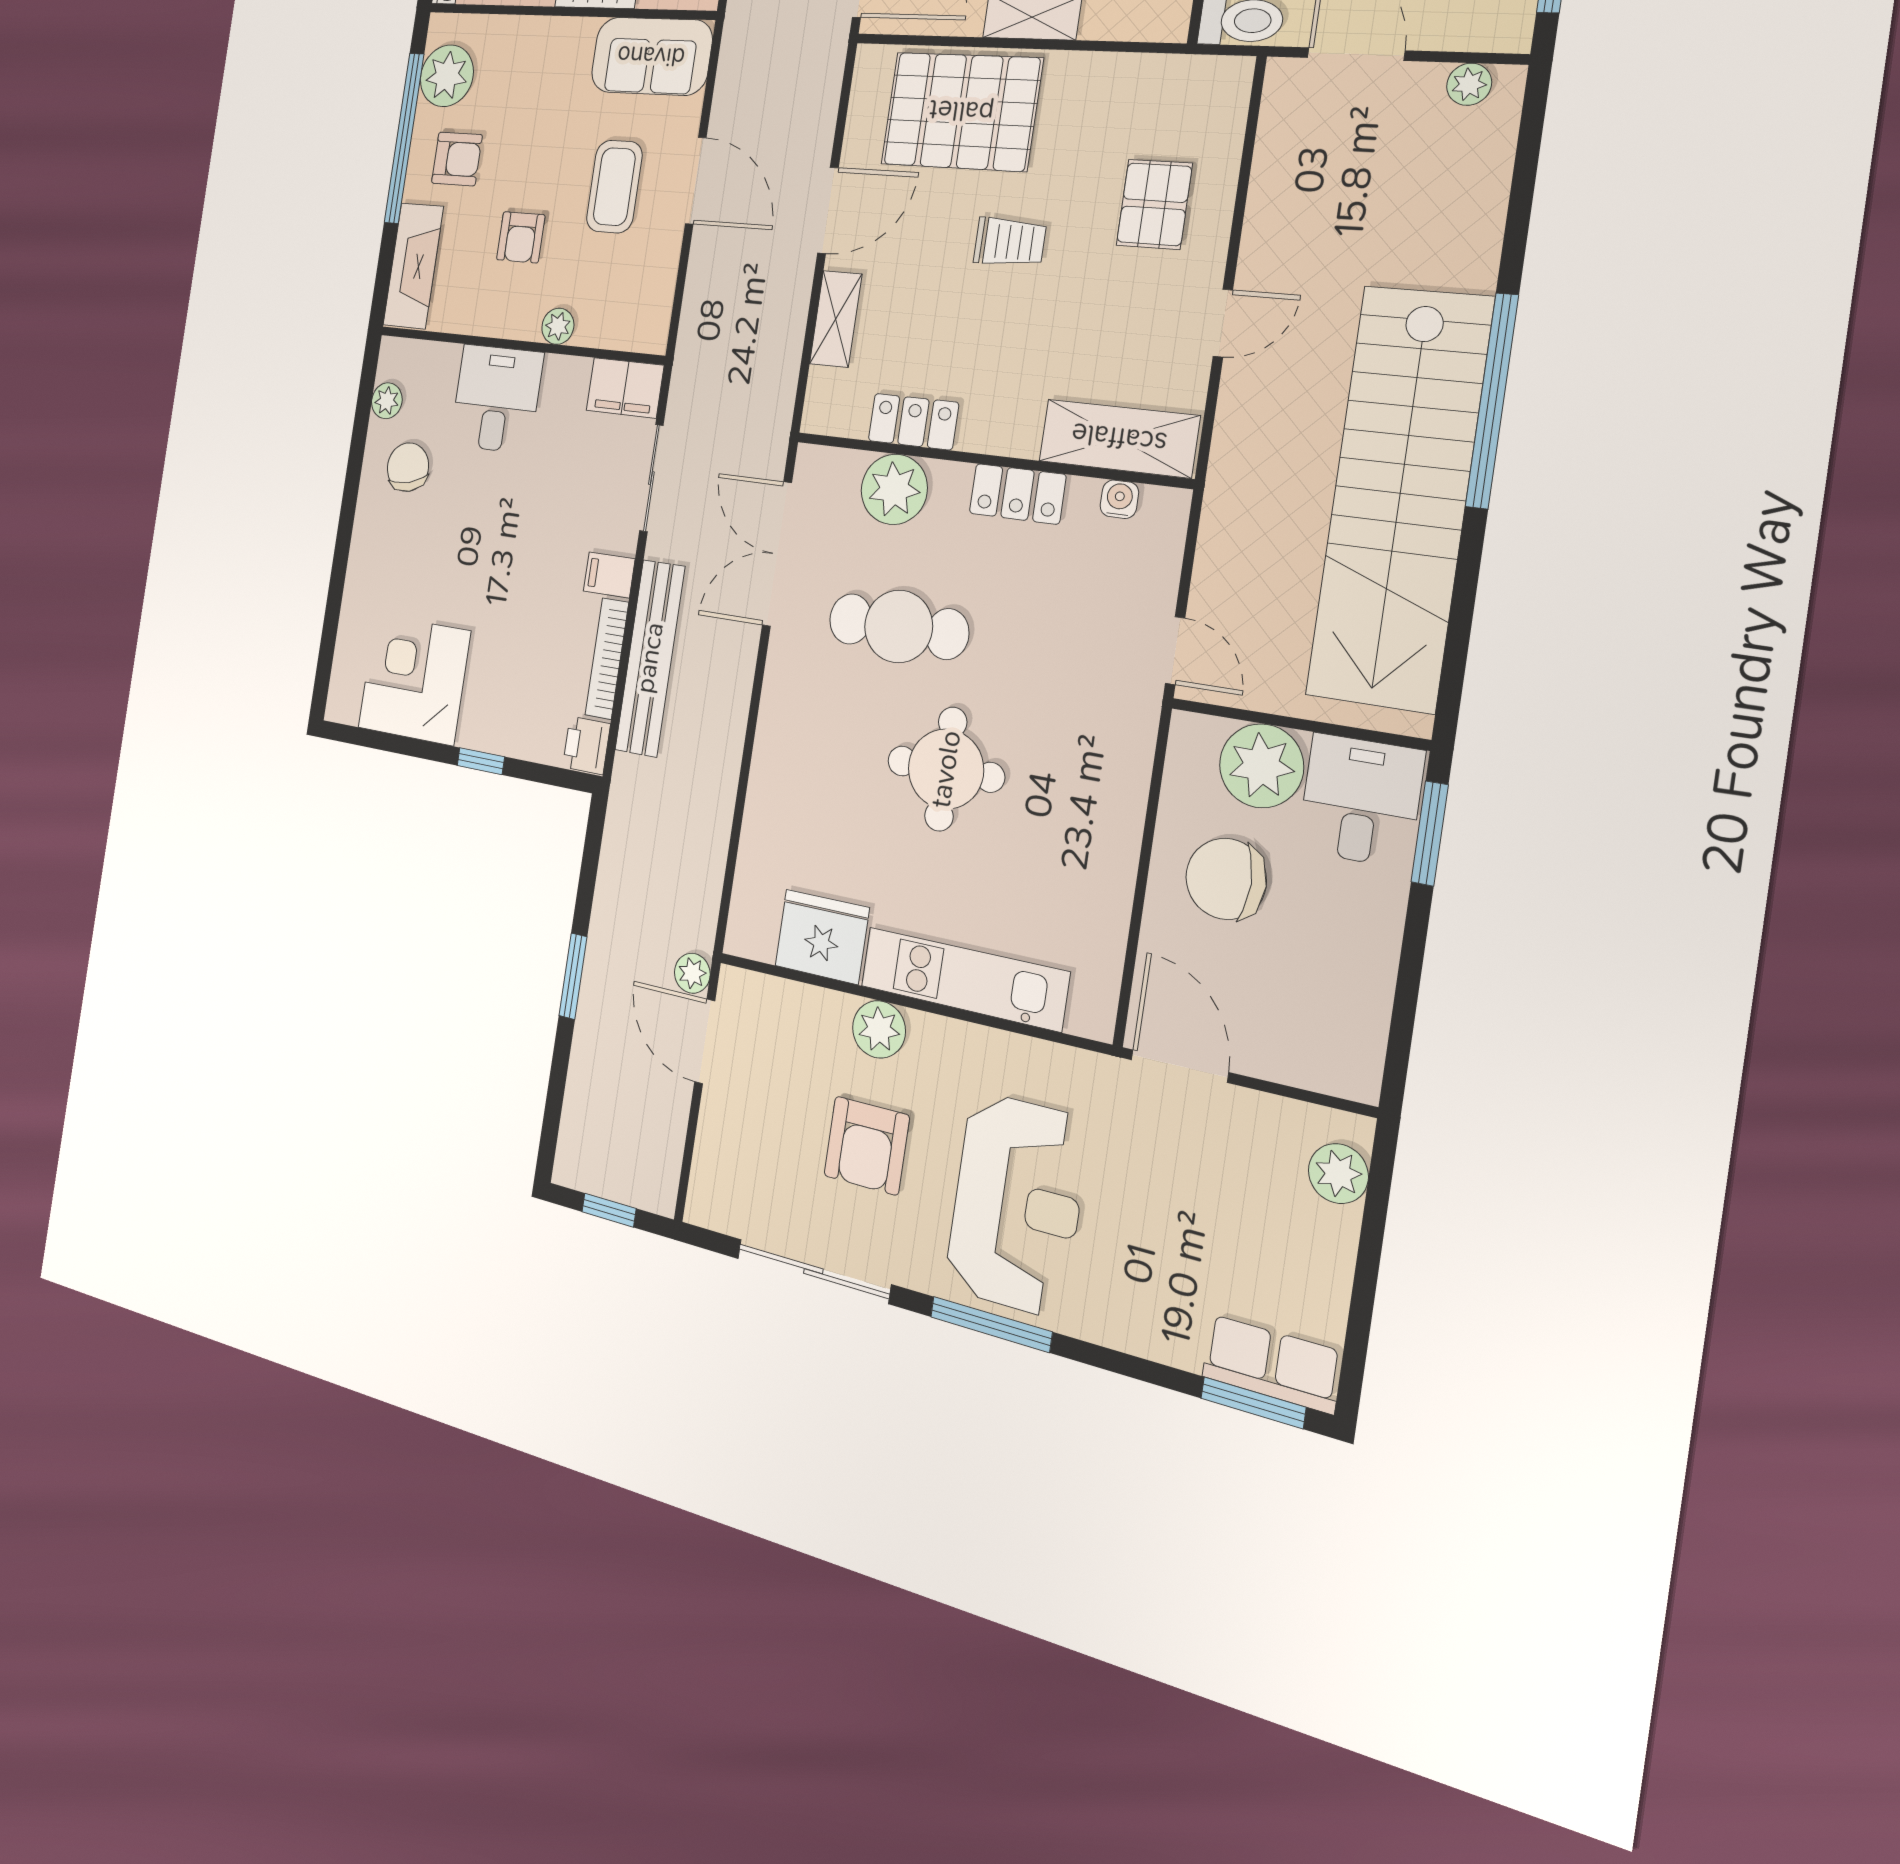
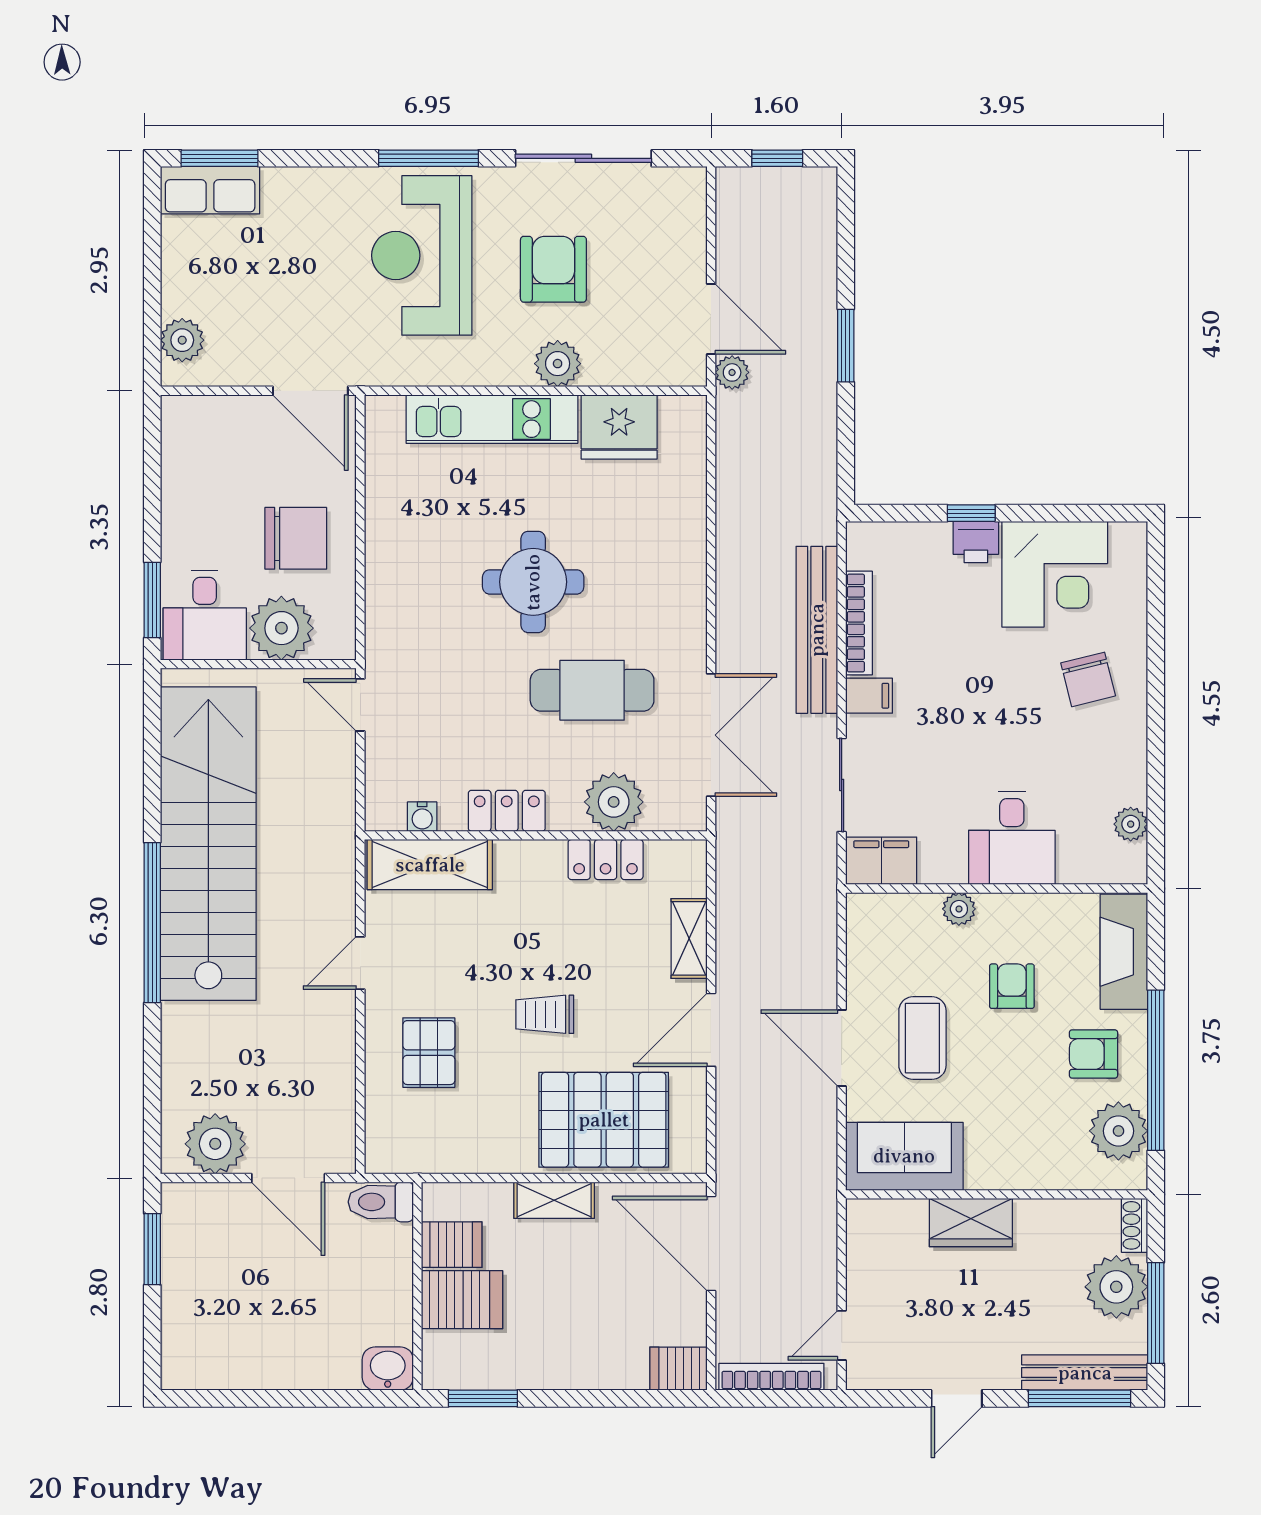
plant: (1469, 84) -> (215, 1144), width x1.87, depth x1.87
chair: (408, 467) -> (1088, 679), moved
printer: (587, 745) -> (976, 542), moved, turned 90

